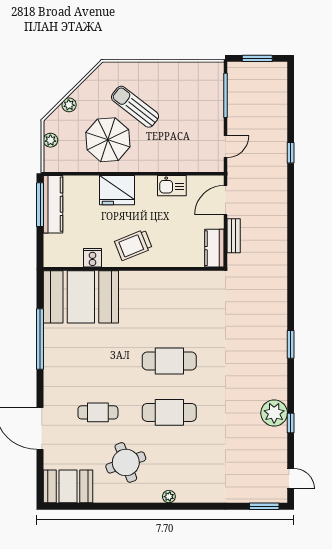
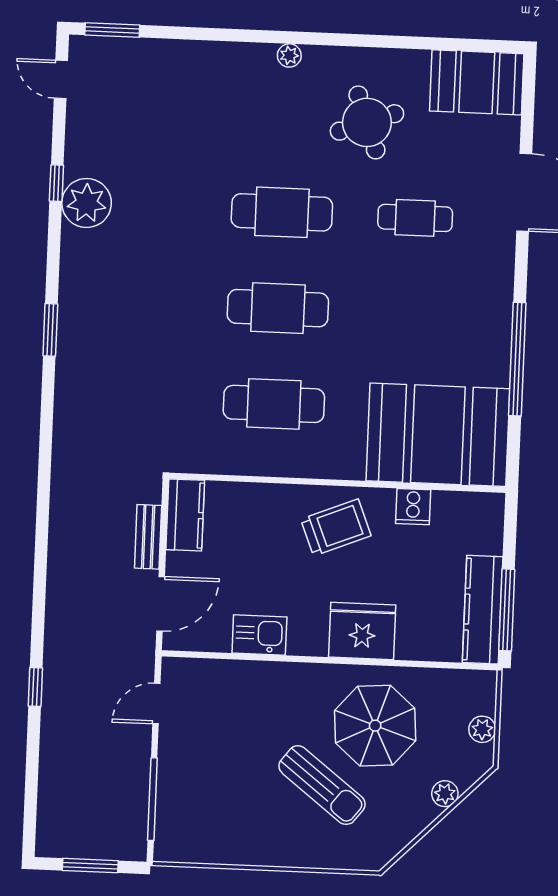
cafe table: (169, 310) -> (274, 404), added

